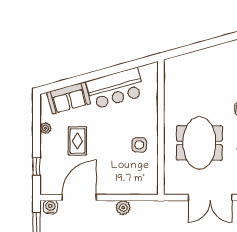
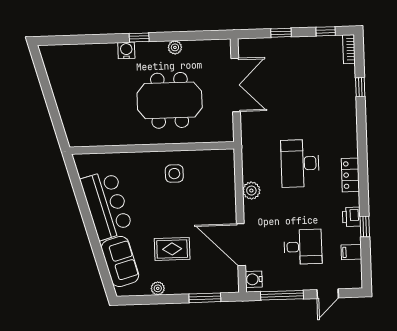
window: (37, 167) -> (205, 298), width x1.50

